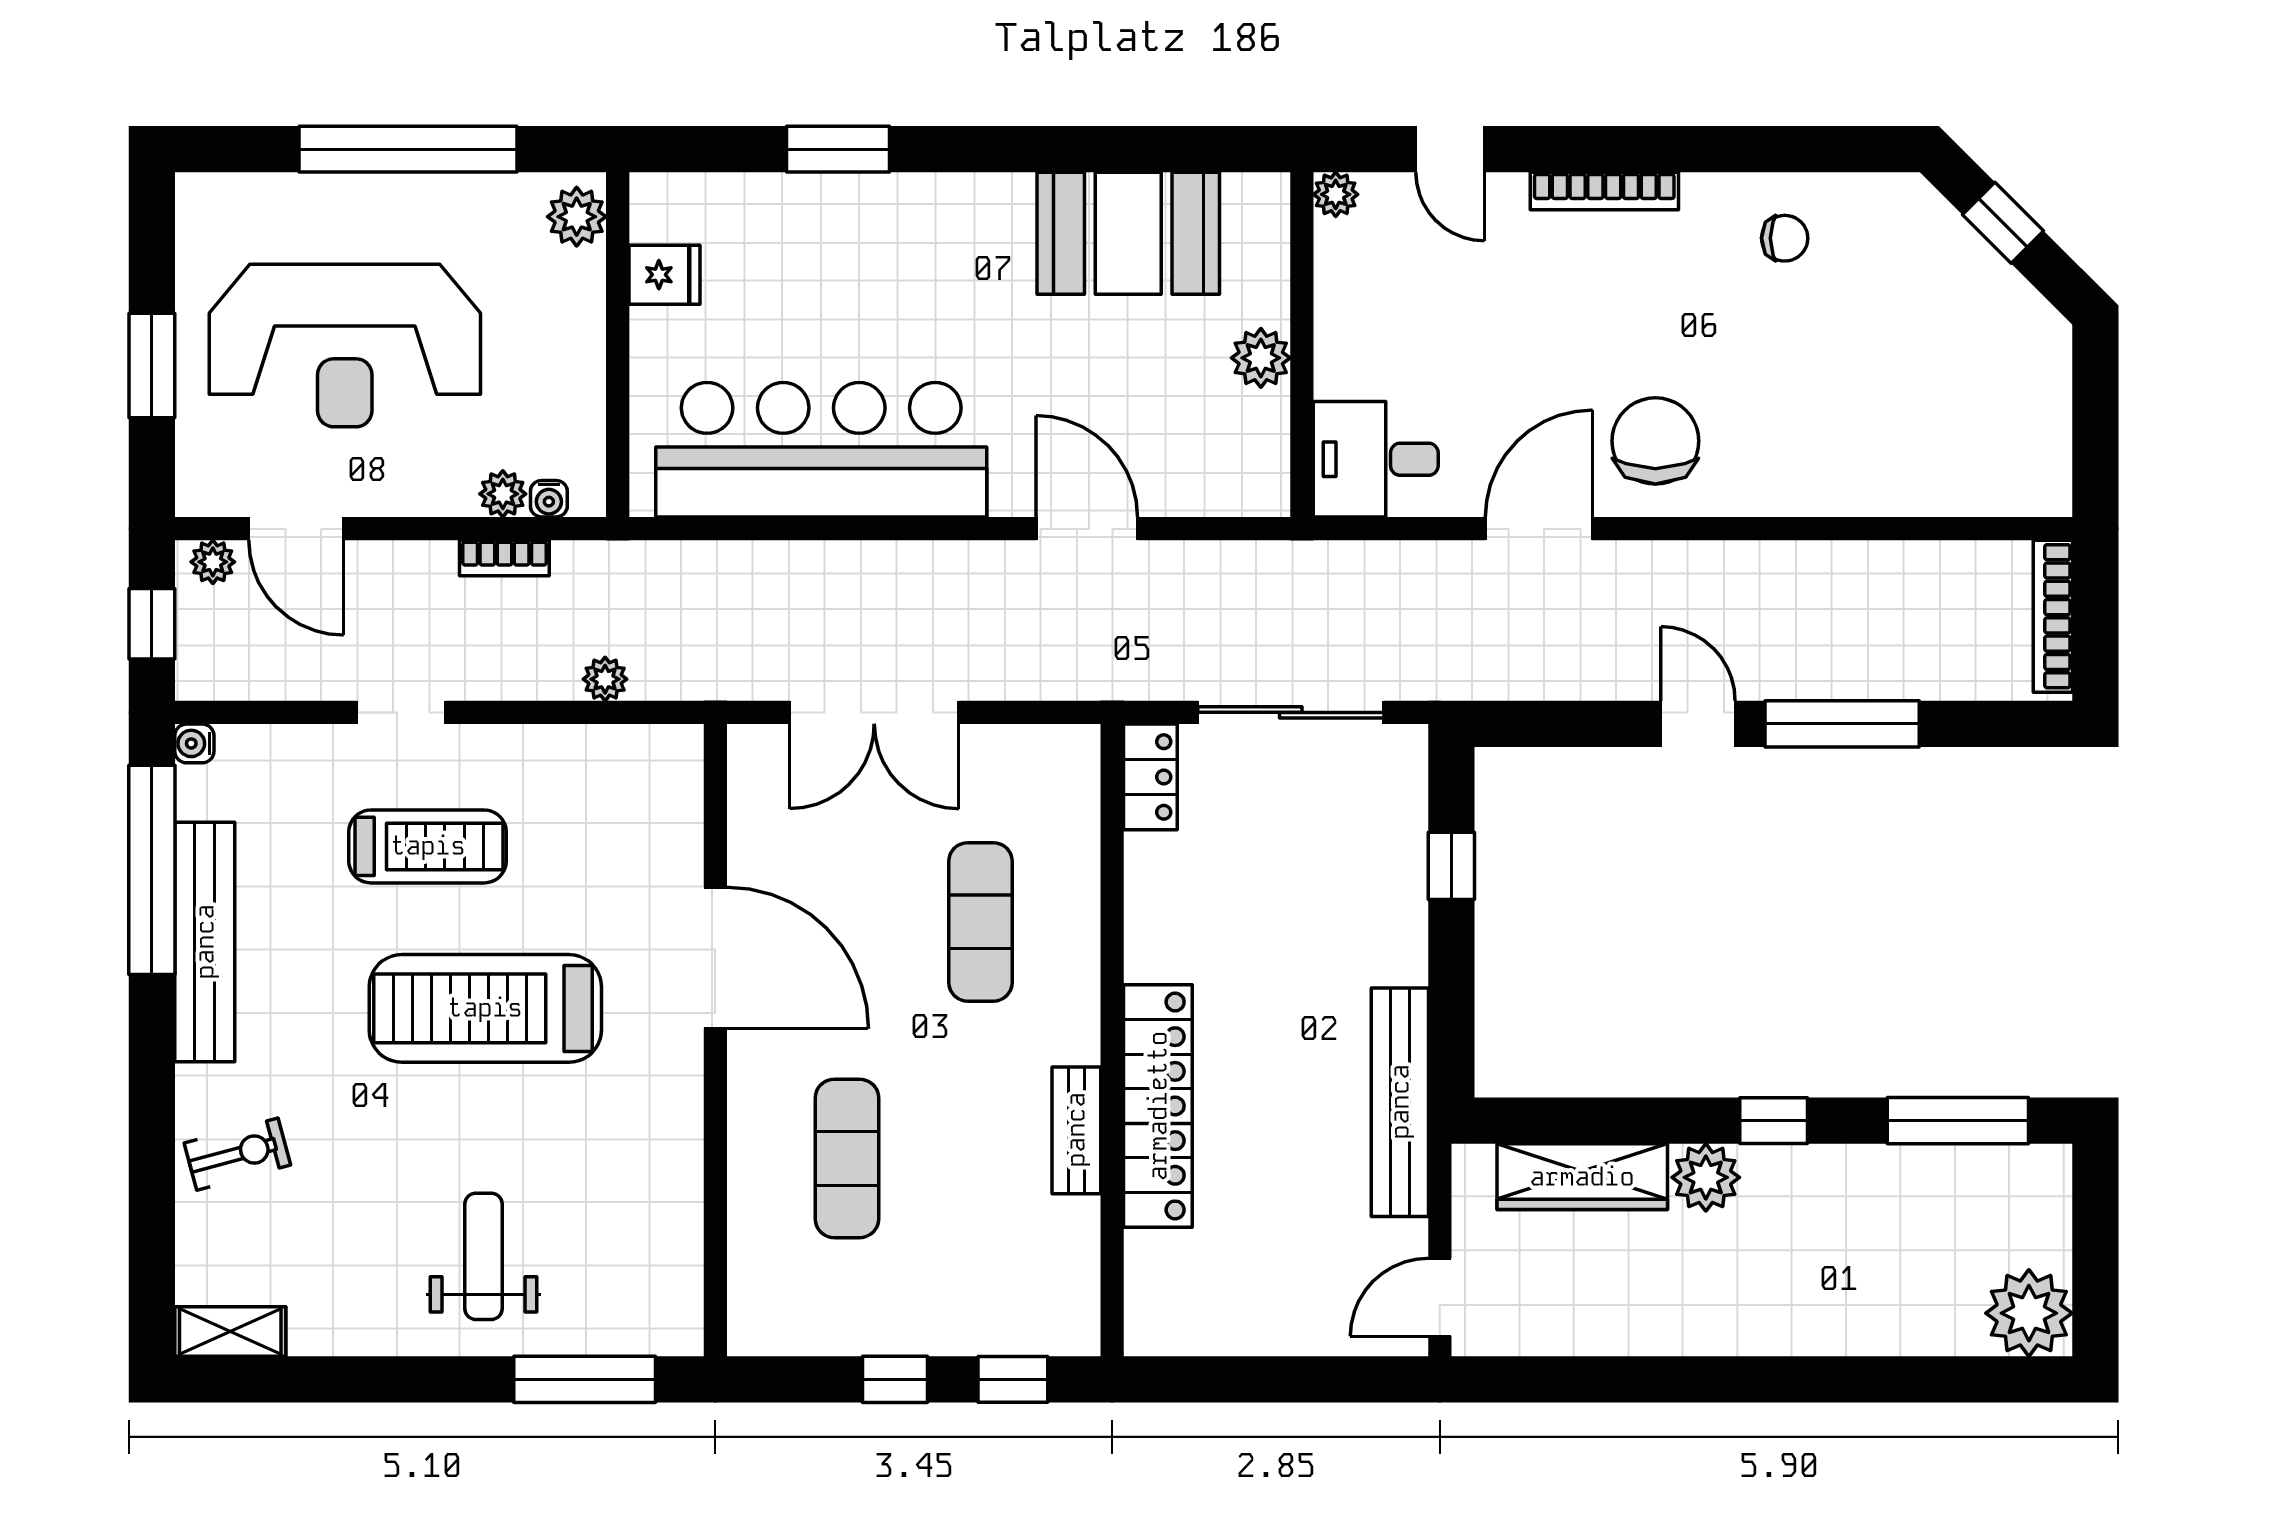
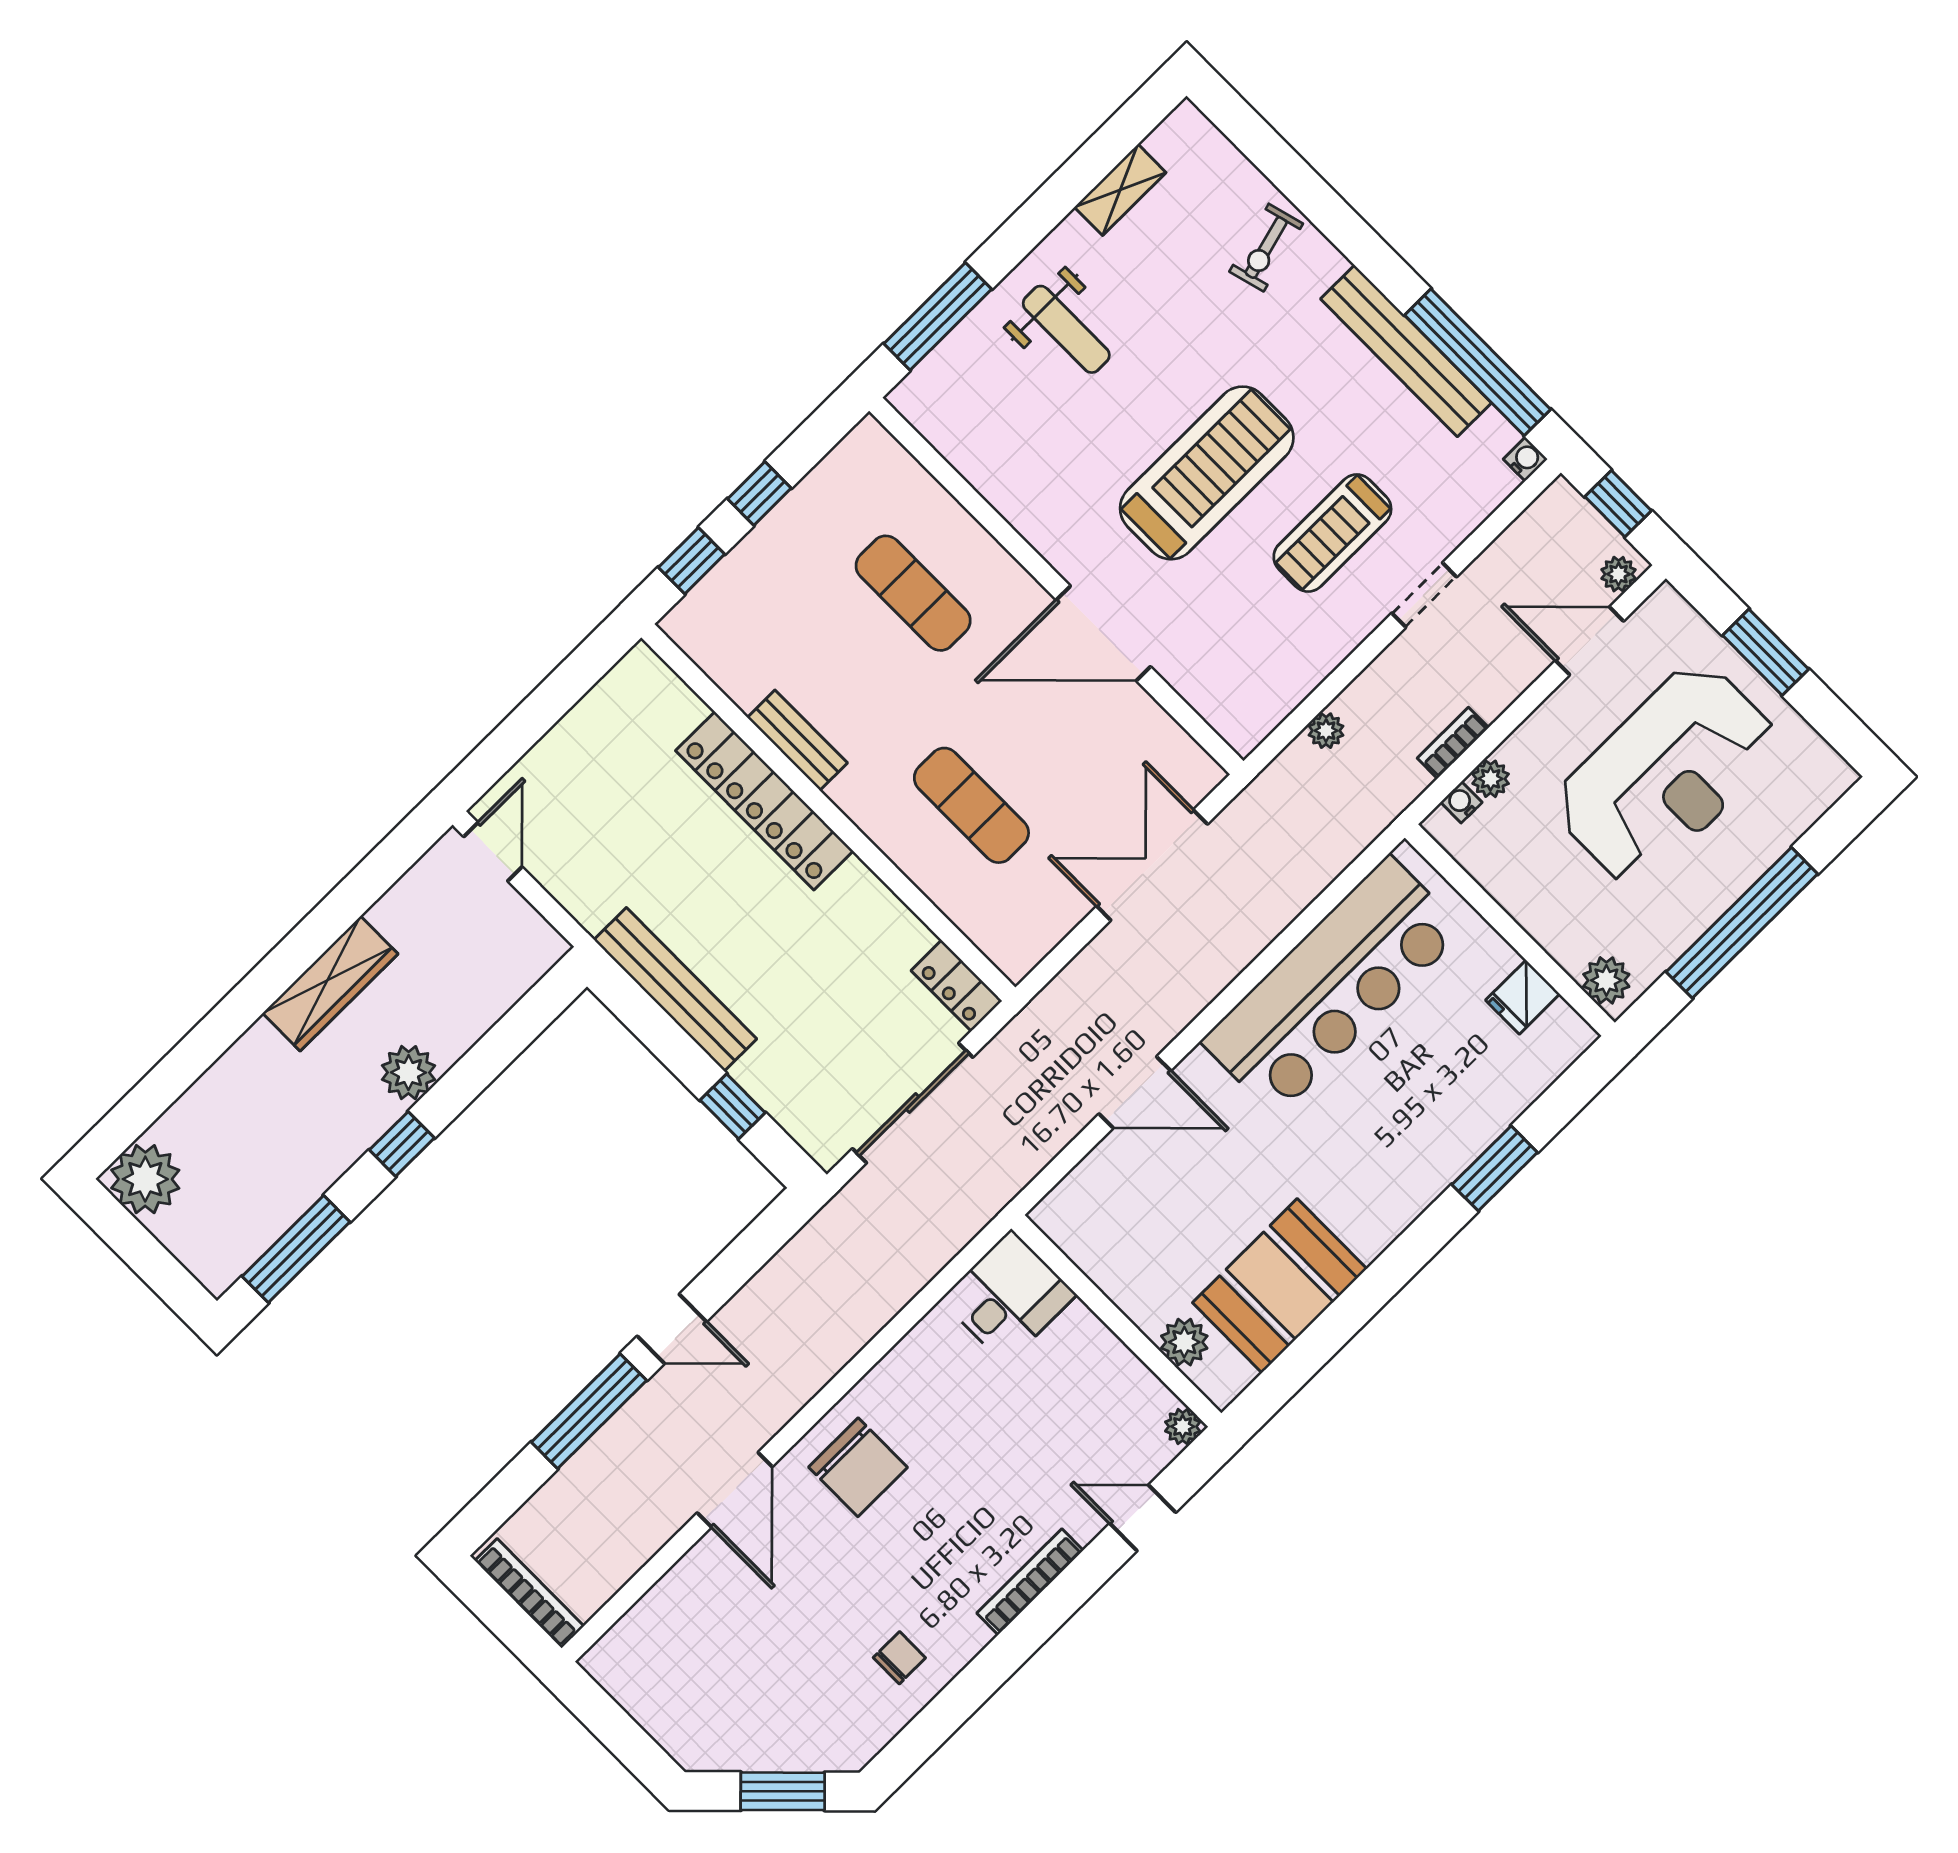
window: (2003, 223) -> (783, 1791), width x1.50
chair: (1785, 238) -> (899, 1658), turned 180
reception desk: (345, 346) -> (1666, 774), turned 180
plant: (1261, 358) -> (1184, 1342), moved
door: (1539, 529) -> (735, 1490), moved
bench: (1400, 1102) -> (675, 989), moved
wardrobe: (1582, 1177) -> (330, 984), moved, turned 180
shelving: (230, 1332) -> (1120, 190), moved

